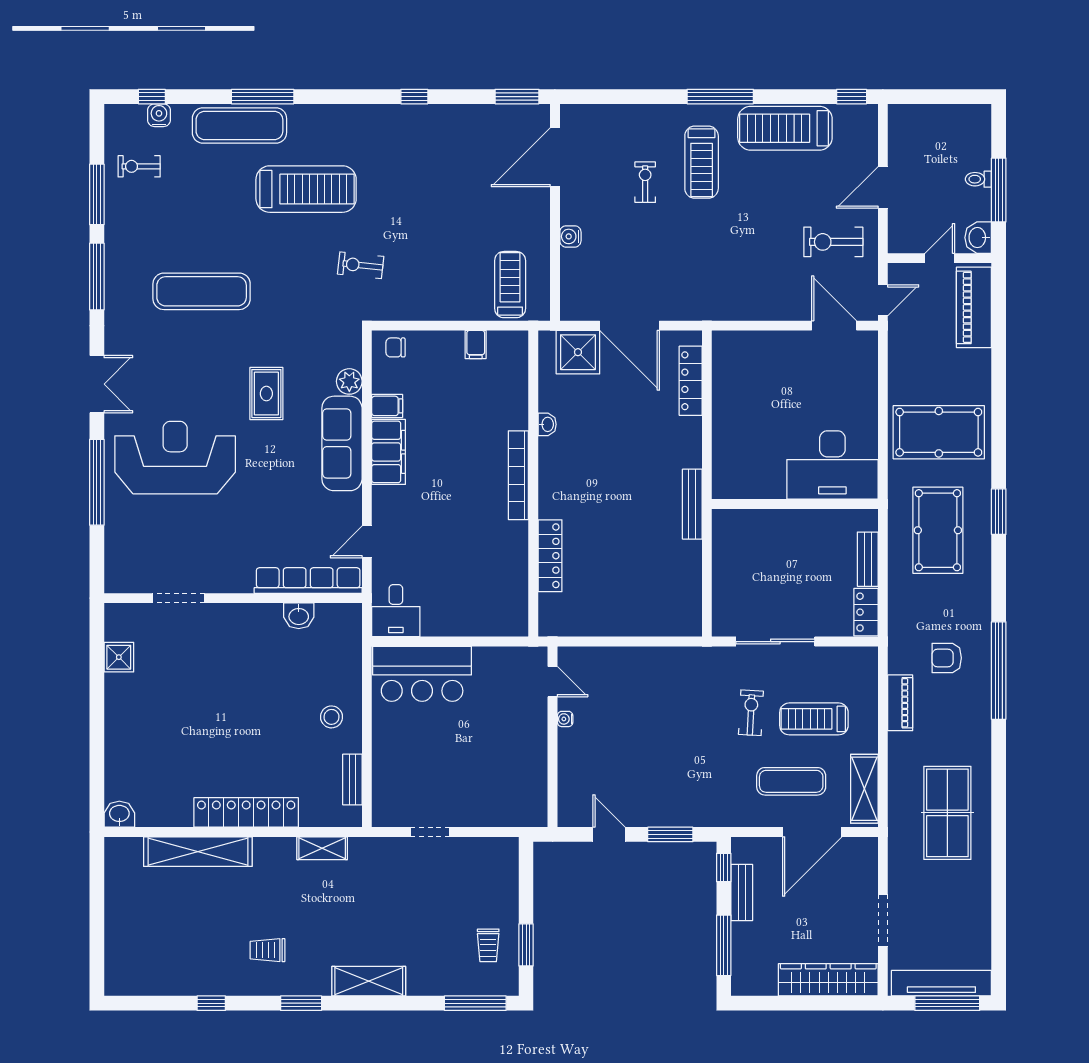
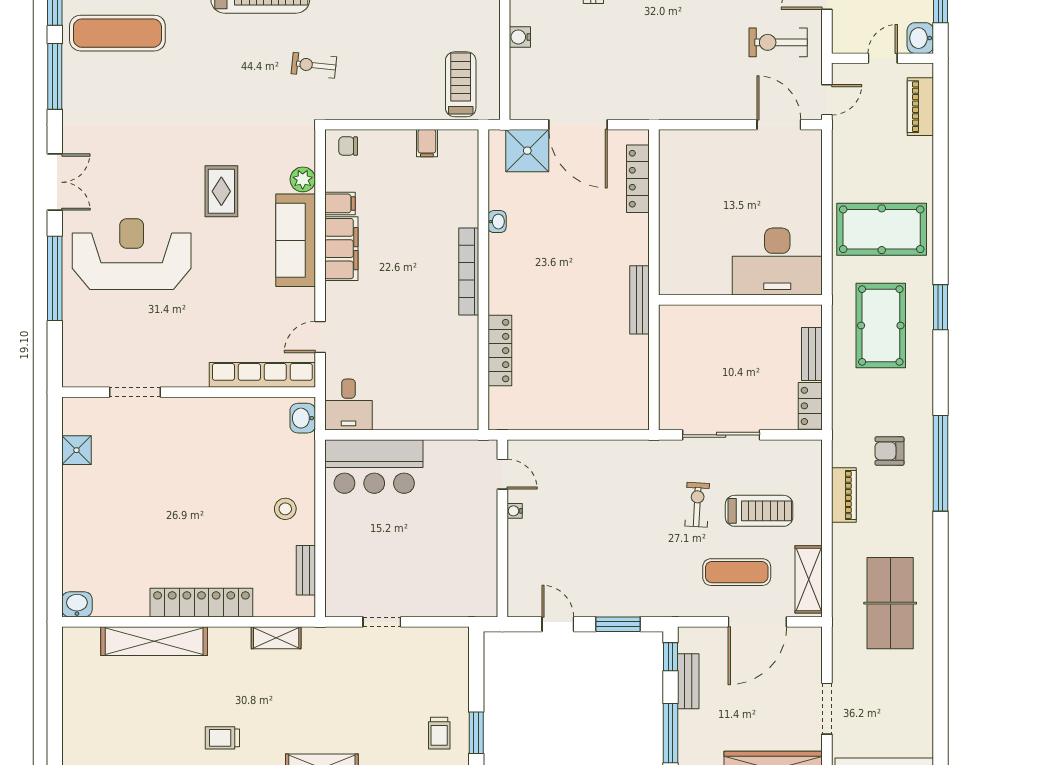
exercise mat: (202, 291) -> (117, 33), moved
piano: (974, 307) -> (920, 107), width x0.73, depth x0.75
washbasin: (299, 616) -> (303, 418), moved, turned 90
treadmill: (814, 719) -> (759, 511), turned 180

